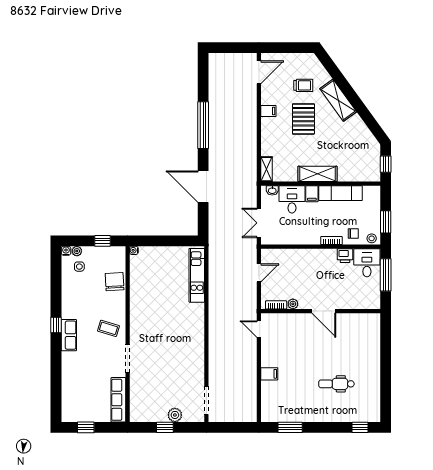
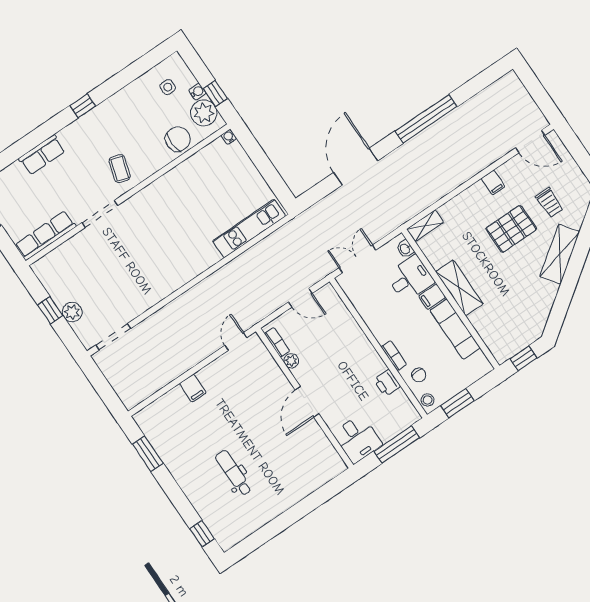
water cooler: (66, 251) -> (197, 92), moved
plant: (77, 251) -> (204, 113), moved, width x1.88, depth x1.88
desk: (367, 263) -> (357, 439), moved, turned 90
row of seats: (69, 335) -> (42, 155), moved

